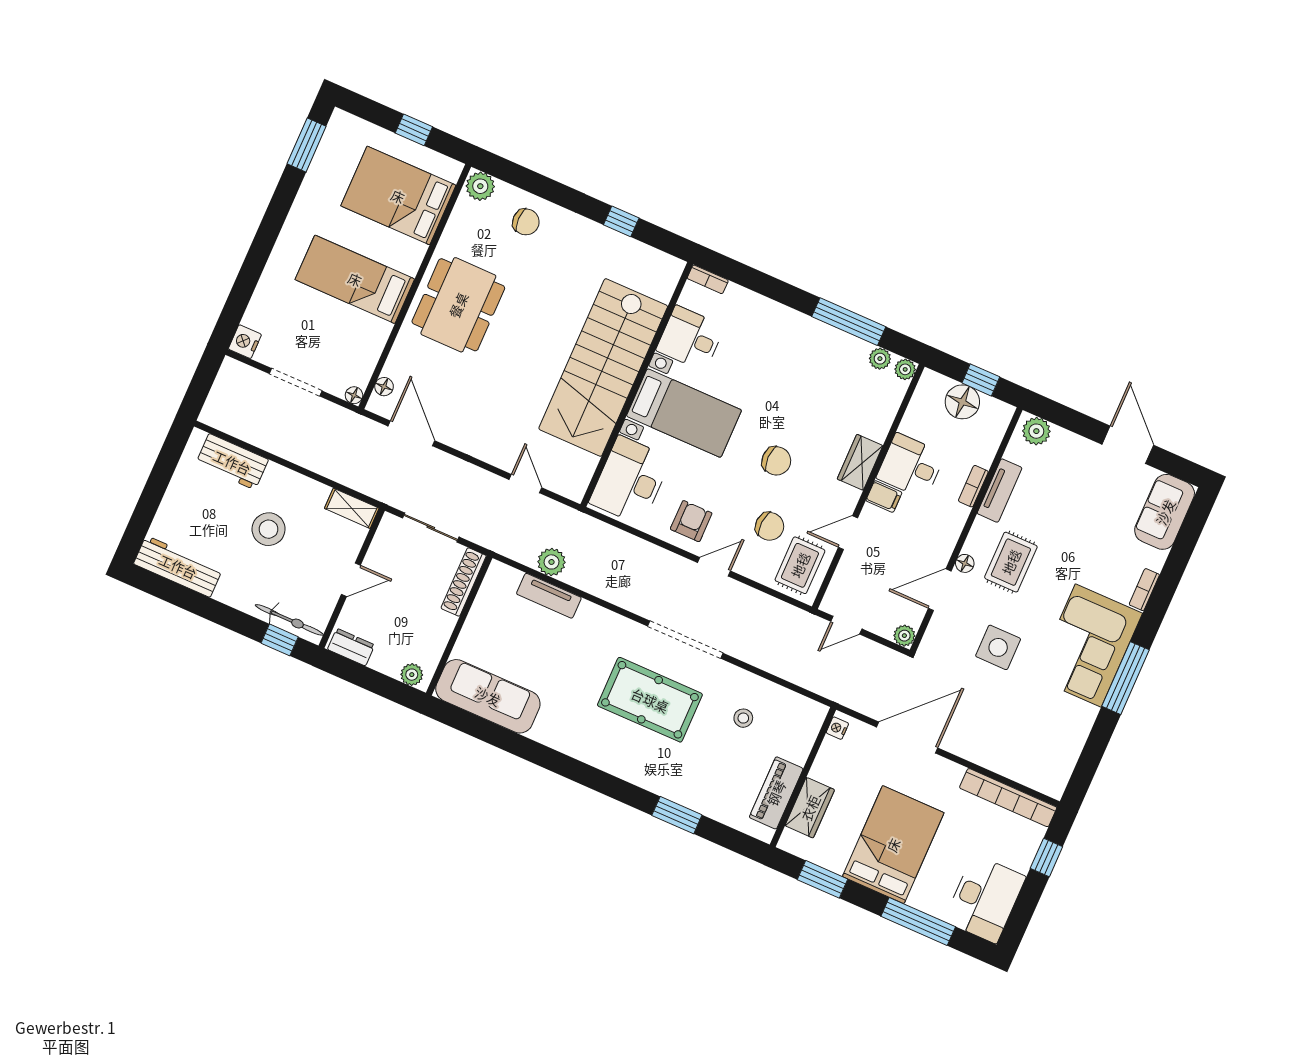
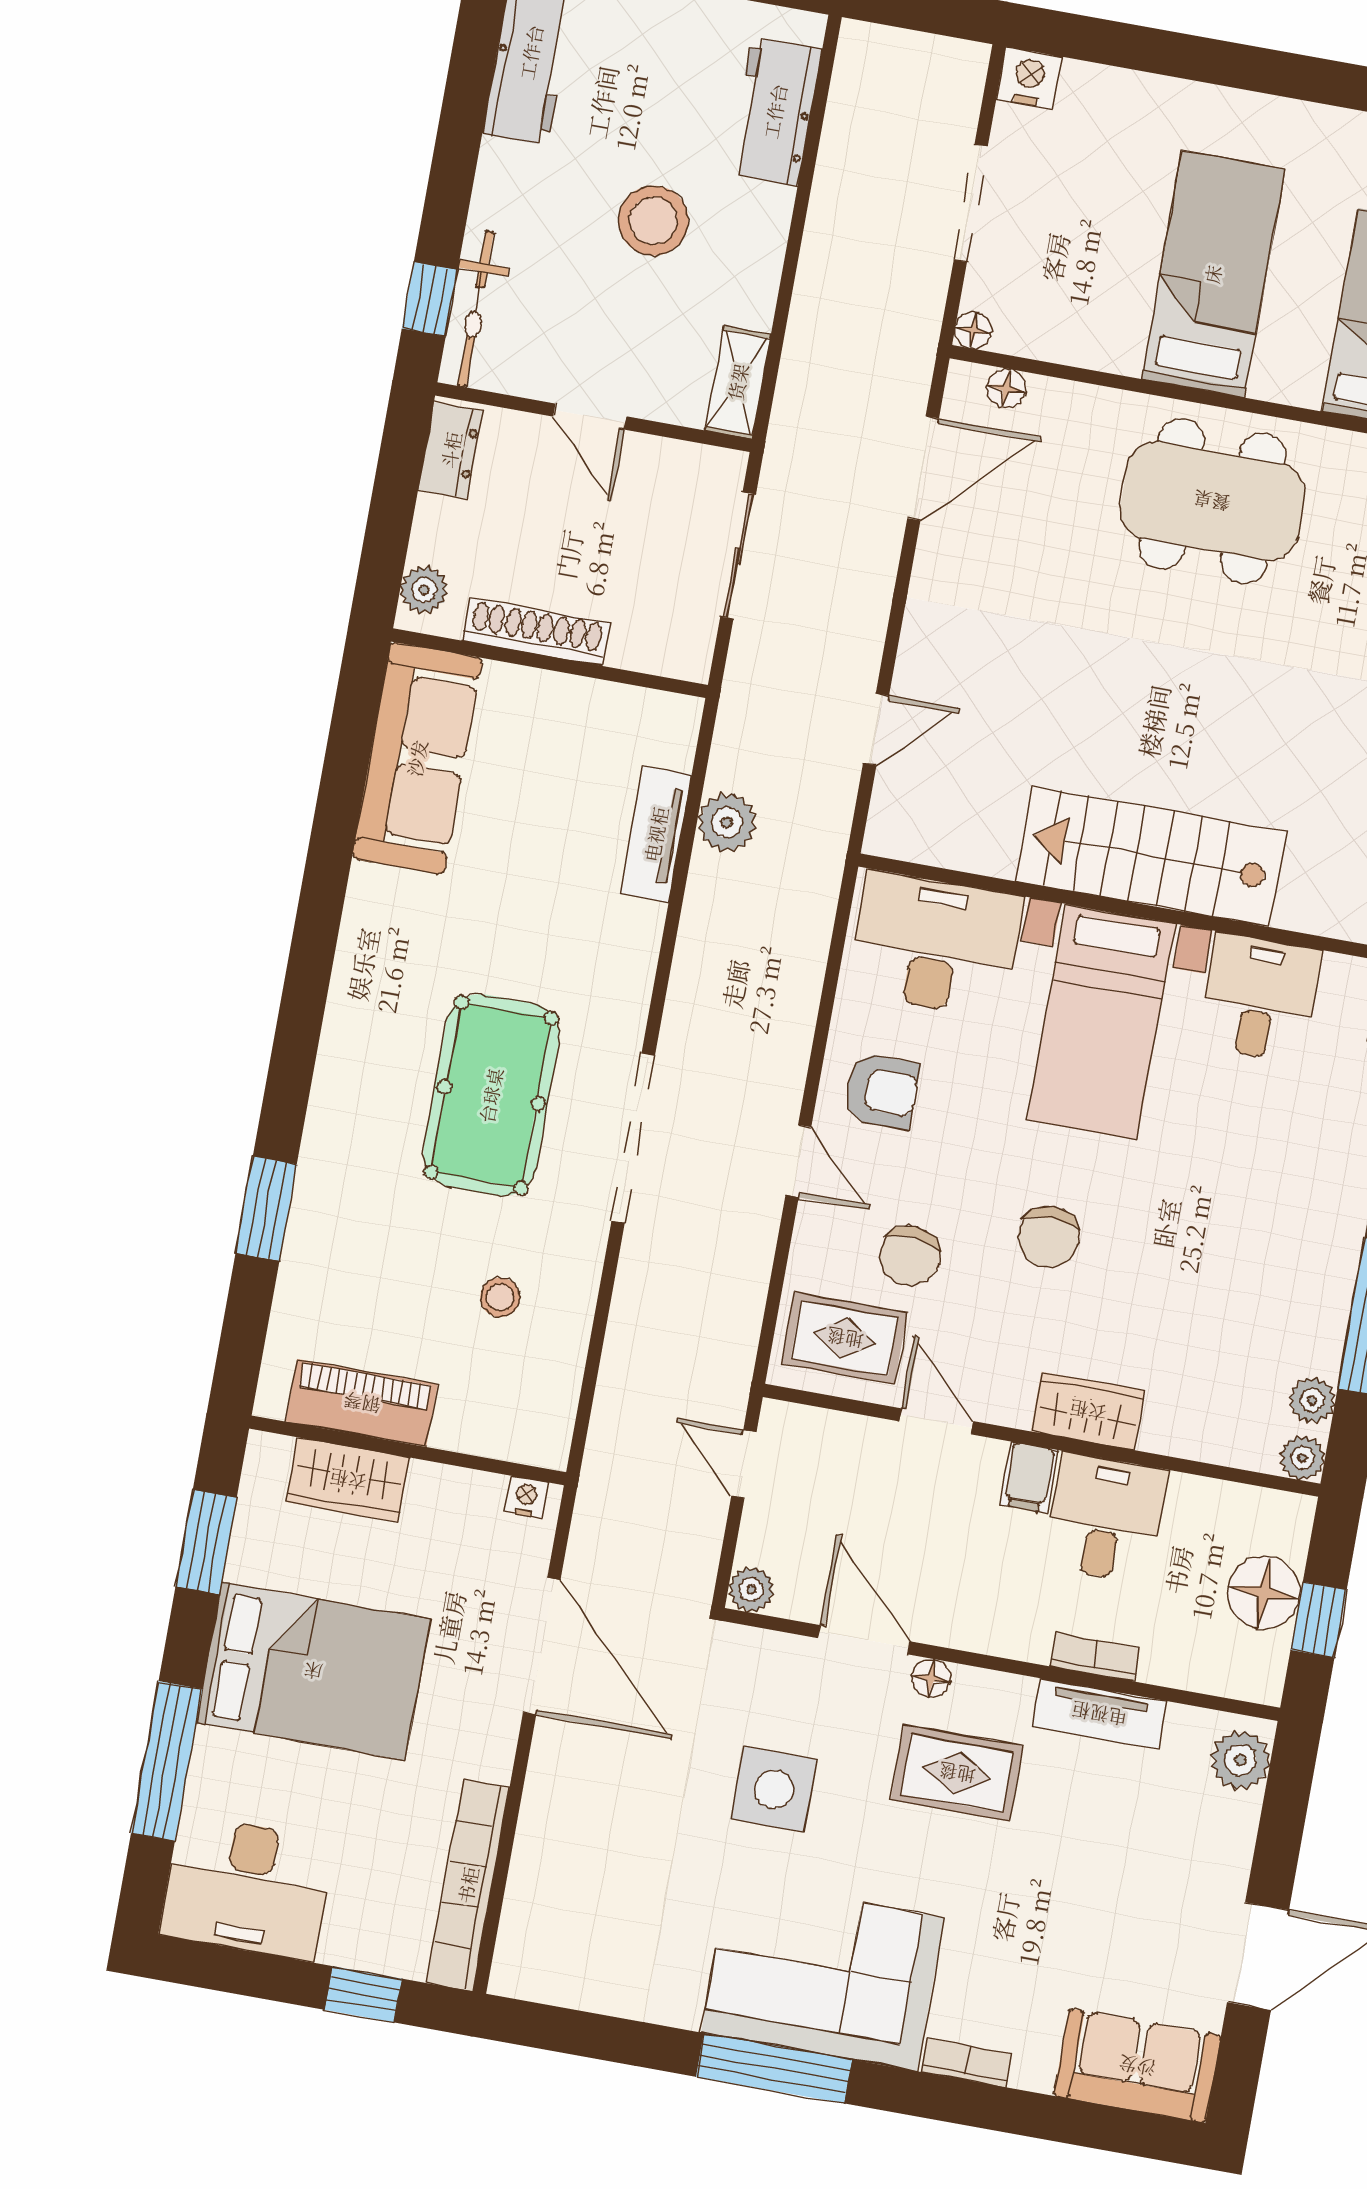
stairs: (603, 367) -> (1151, 856), width x0.73, depth x0.66
shoe rack: (464, 582) -> (536, 632), moved

